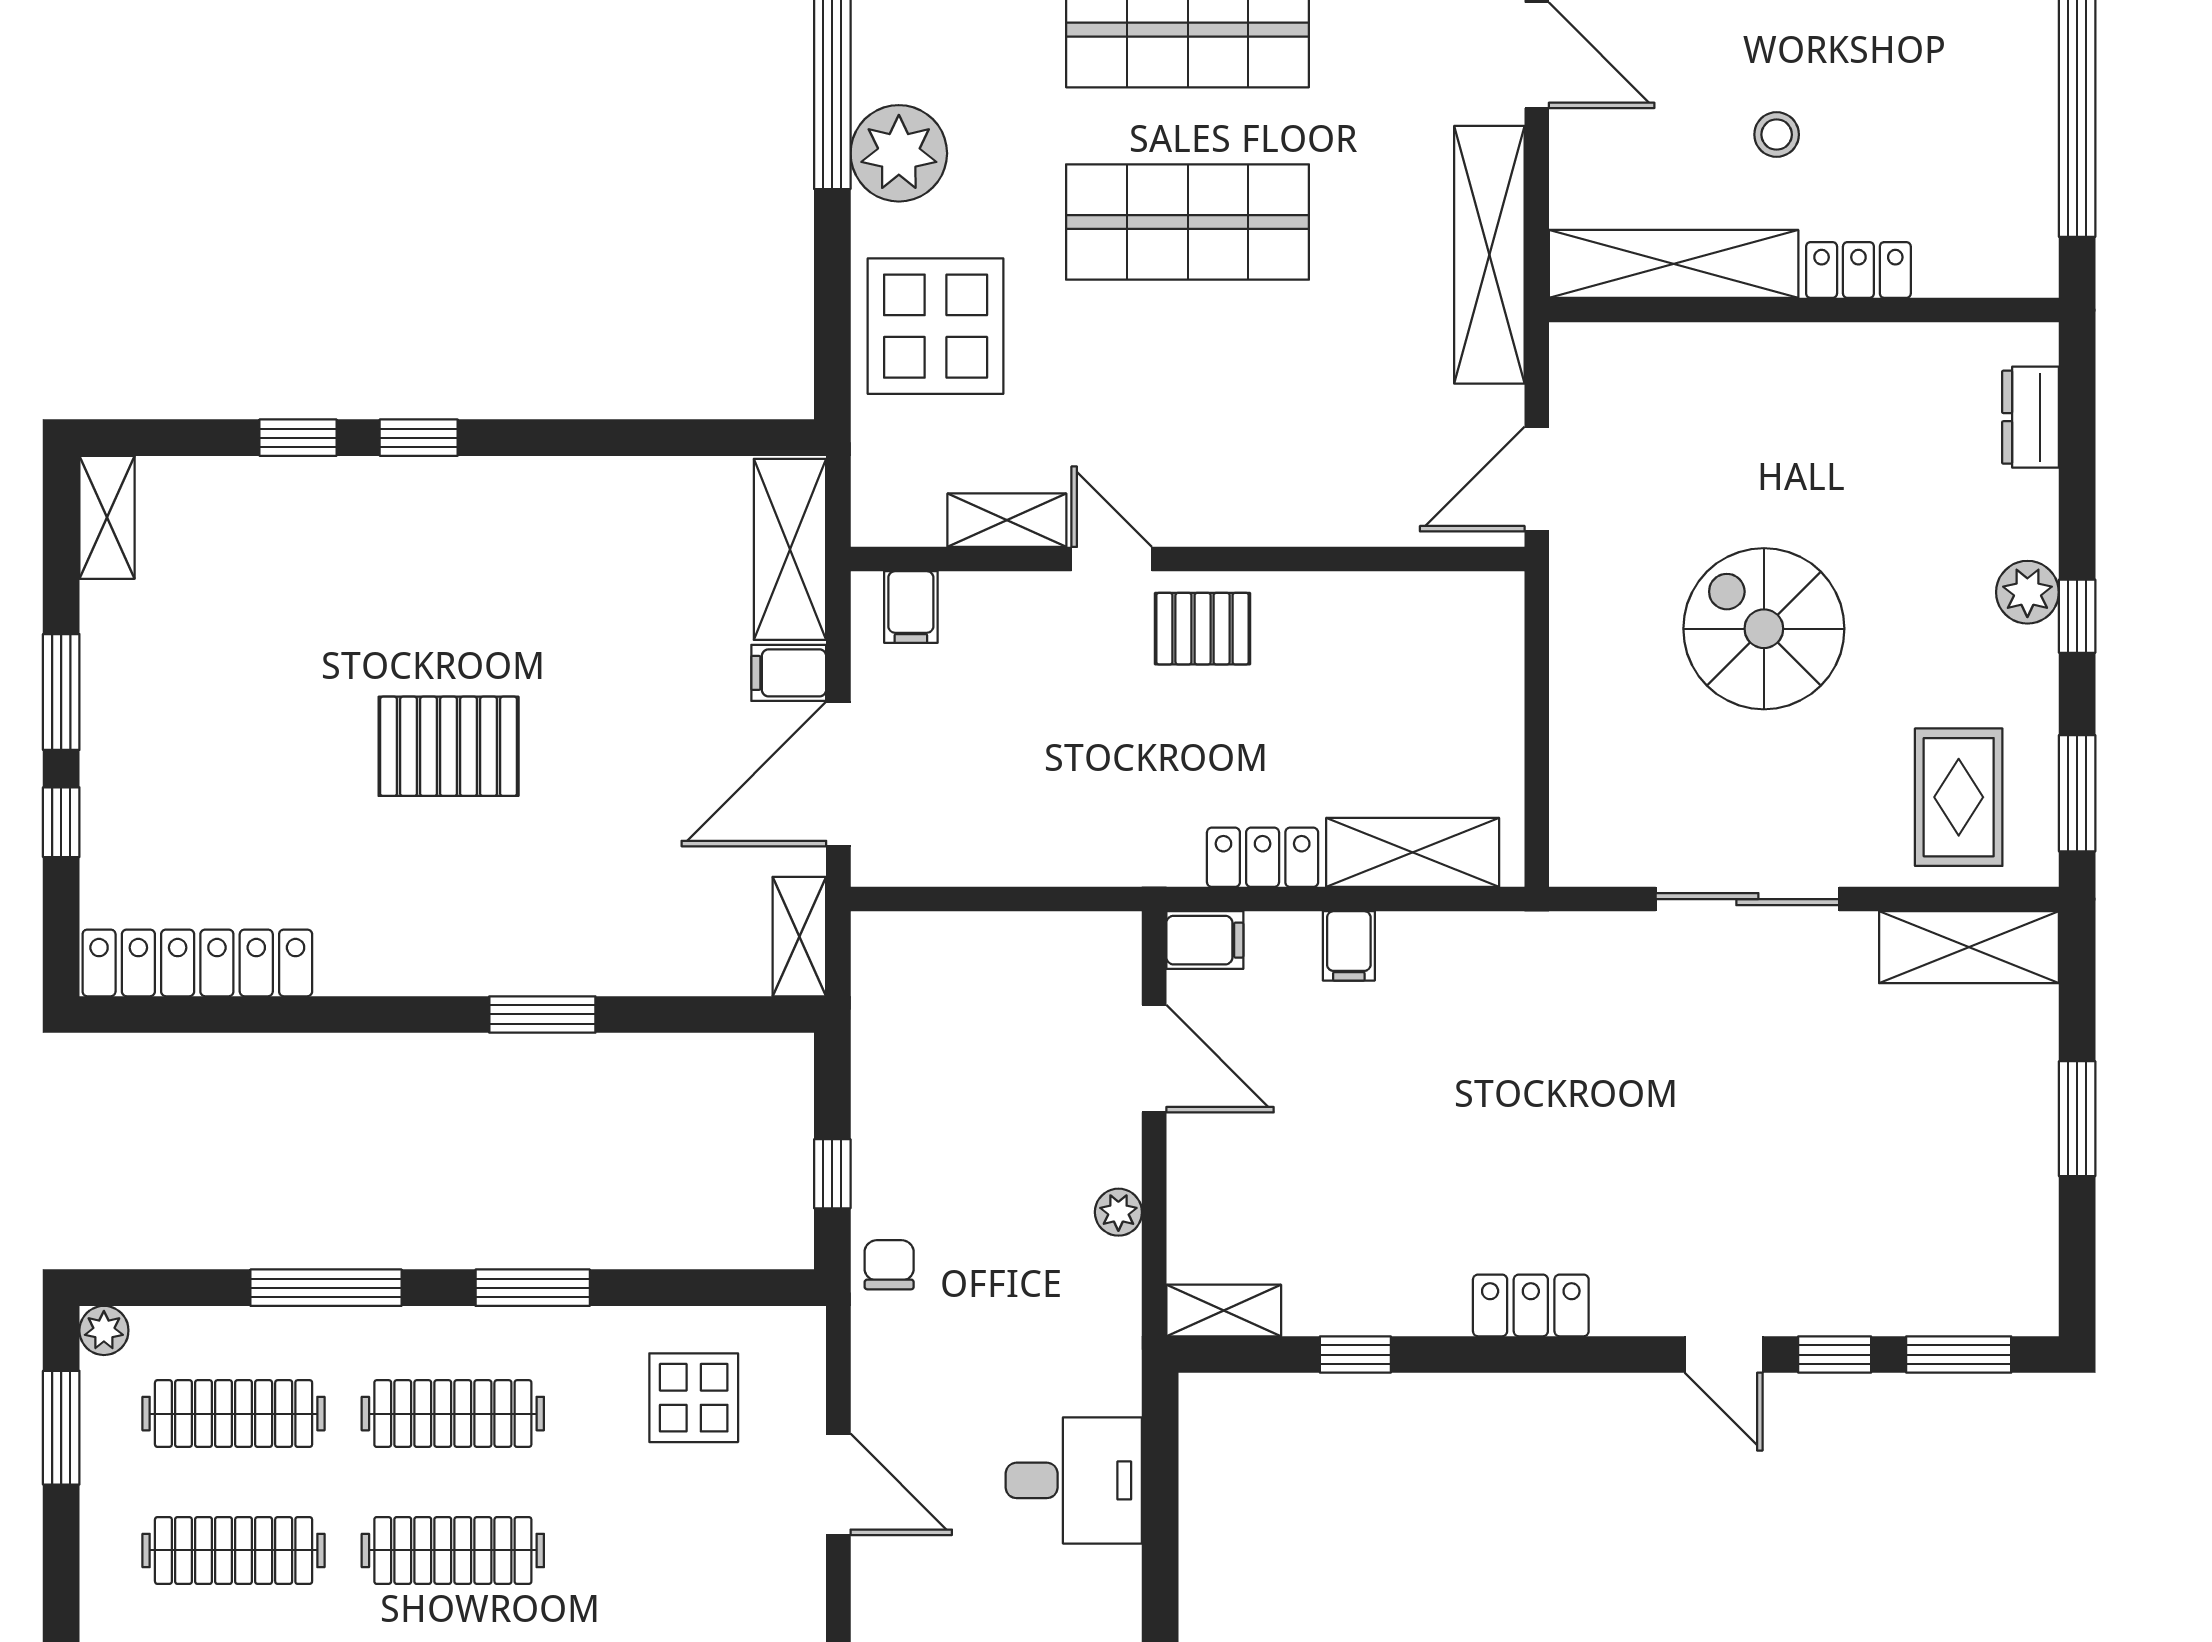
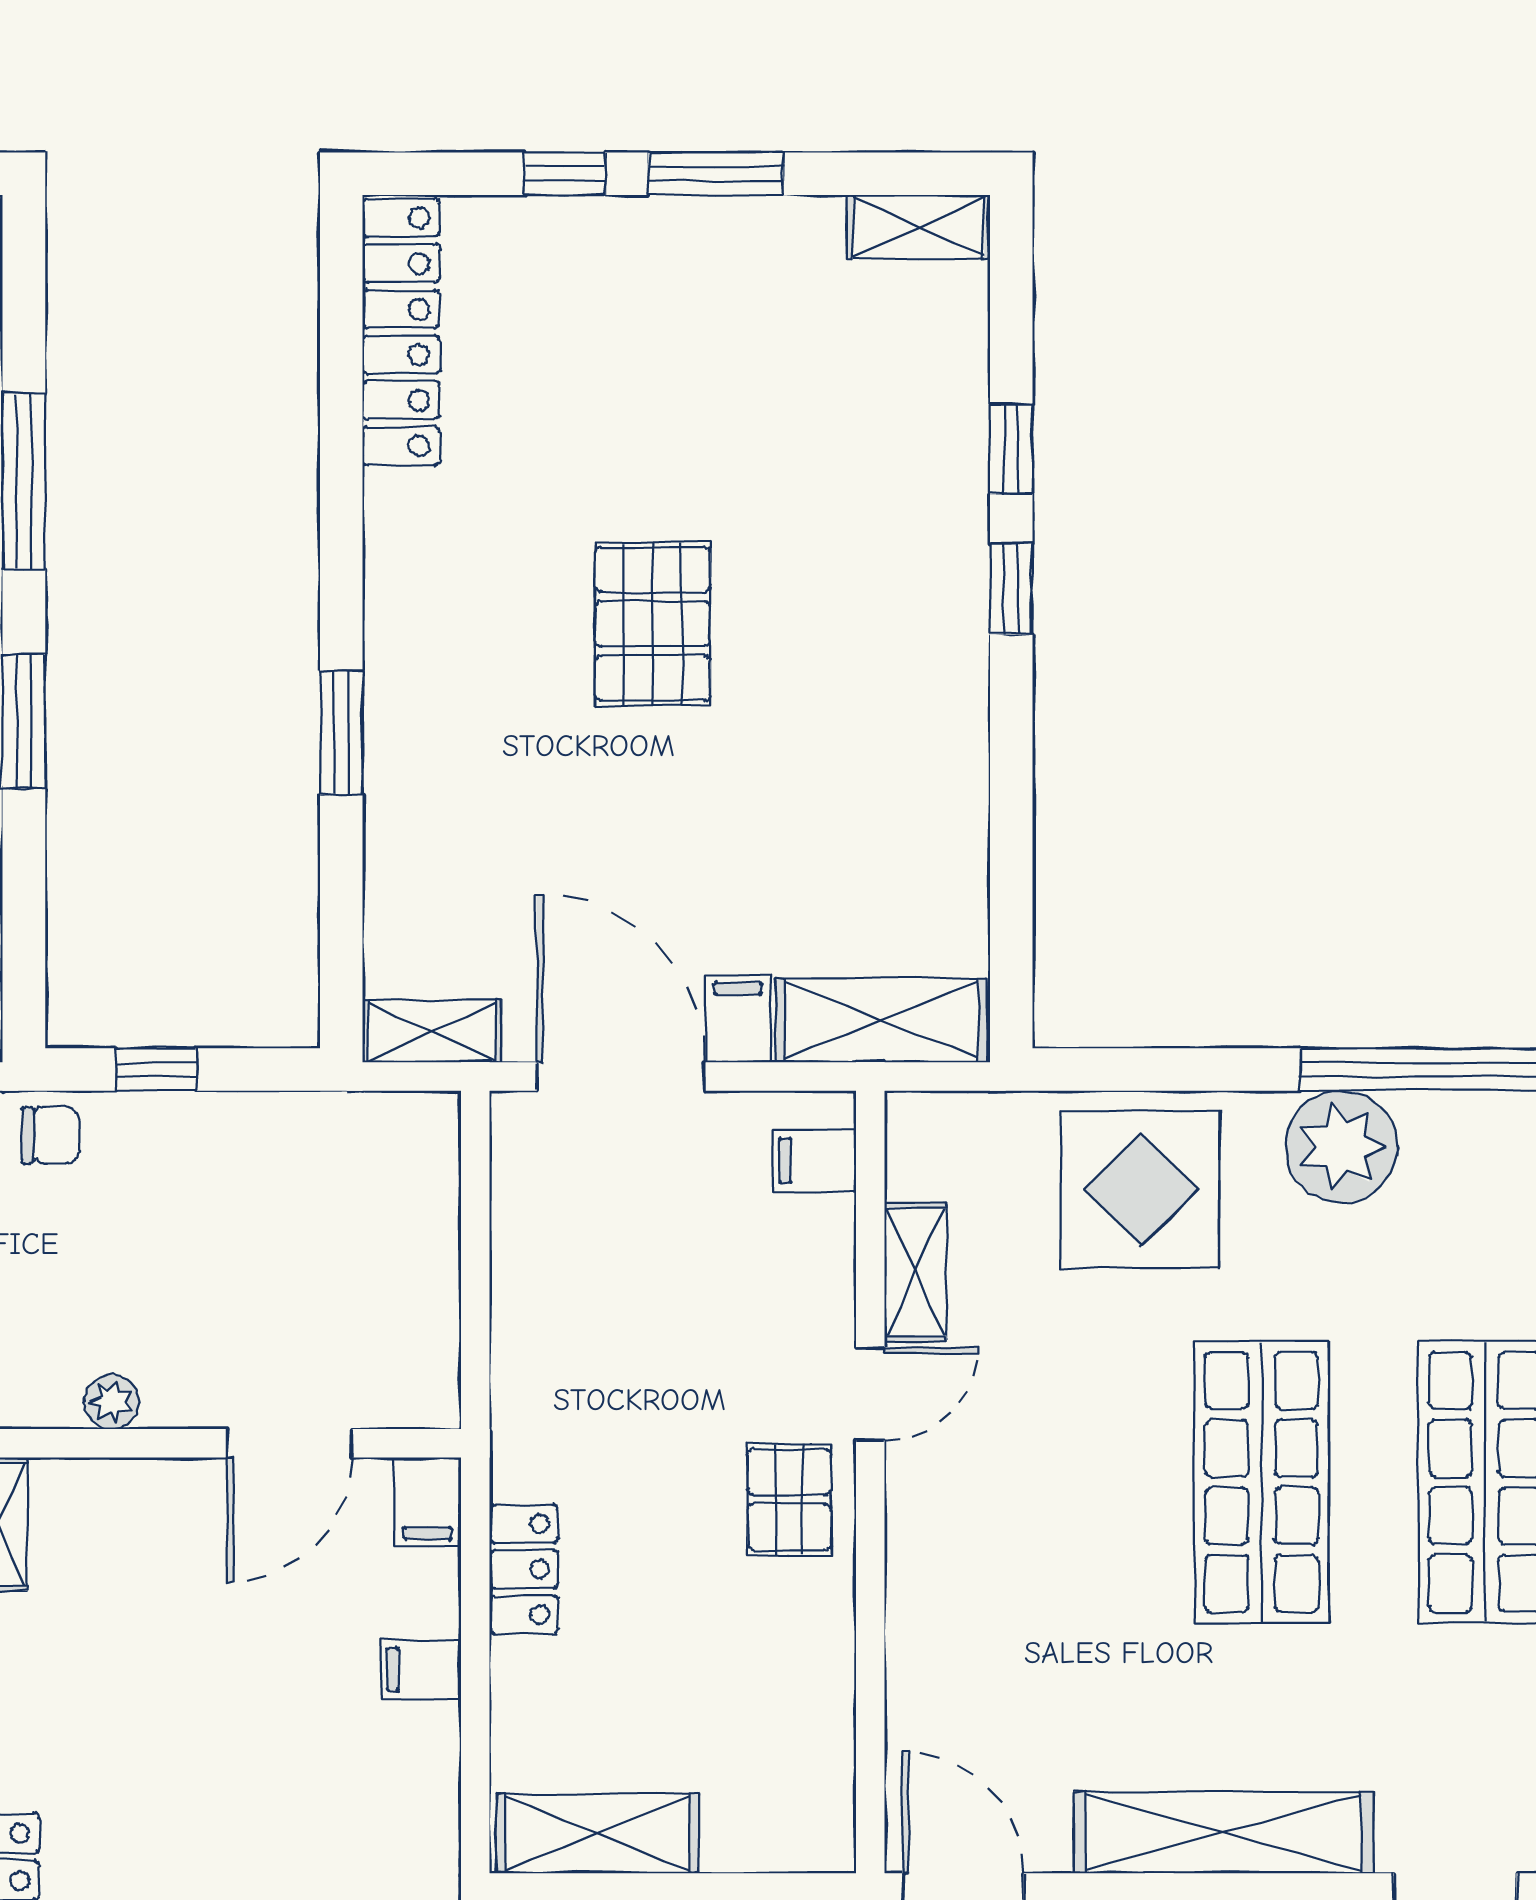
shelving: (1413, 852) -> (597, 1833), moved, turned 90

